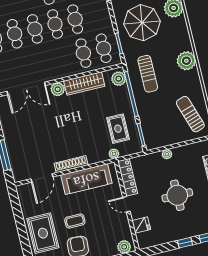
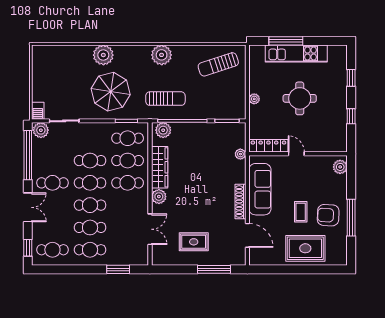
cafe table: (63, 58) -> (128, 183), added
double door: (26, 88) -> (150, 229), width x0.73
rug: (118, 129) -> (194, 242), moved
door: (126, 204) -> (296, 154), swing flipped
fridge: (141, 225) -> (322, 144), removed
window: (185, 243) -> (351, 116), moved

